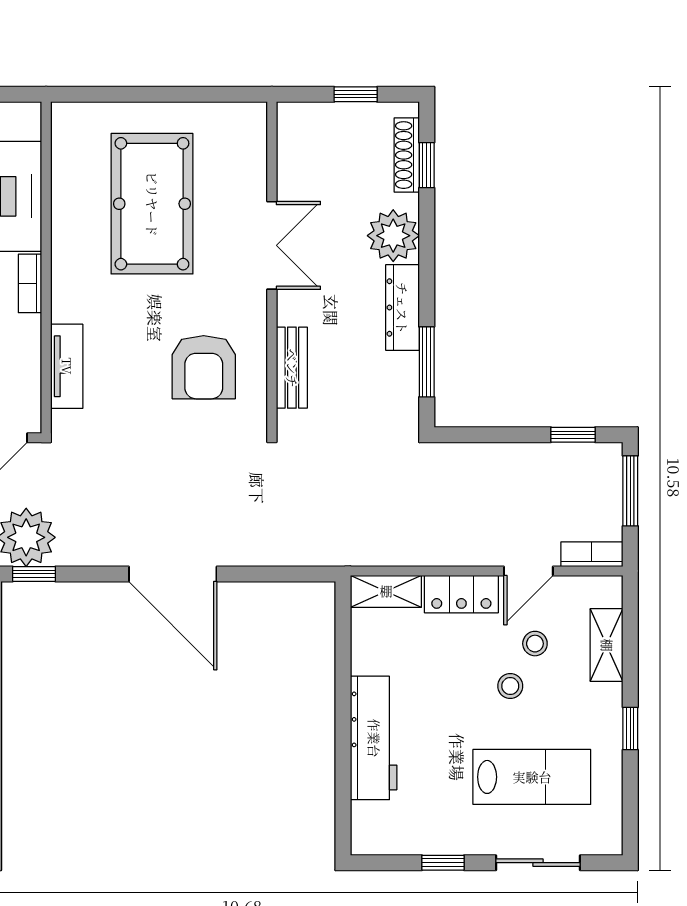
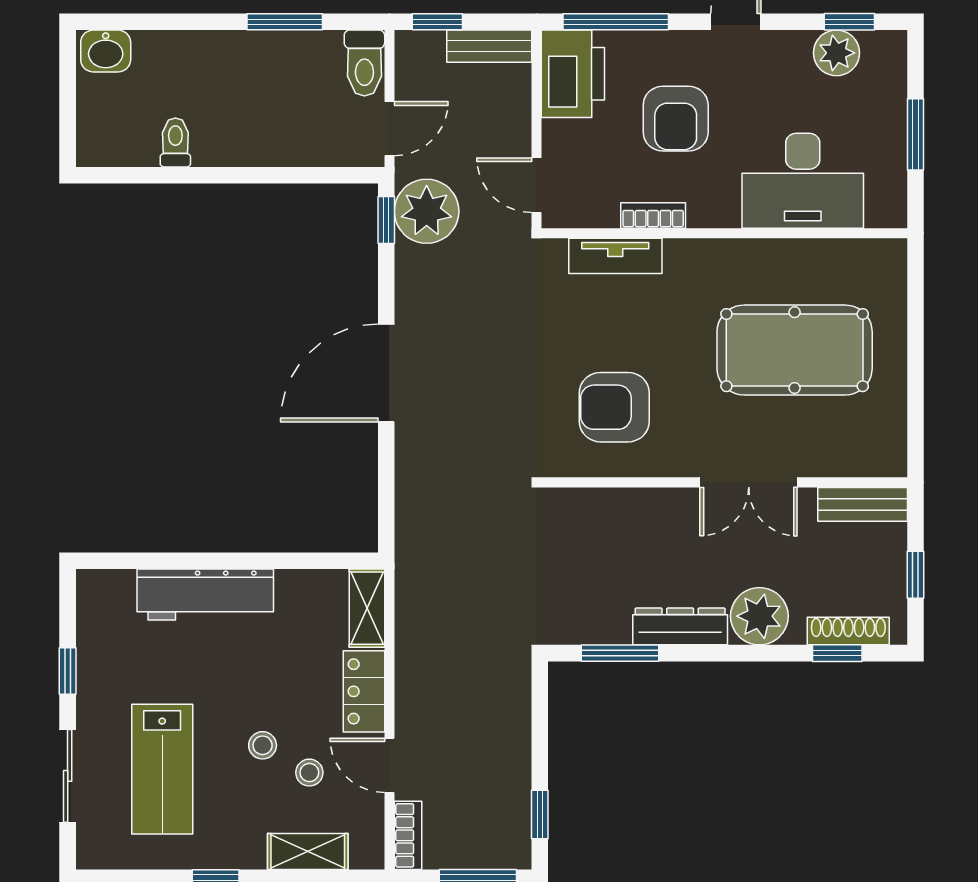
bookcase: (30, 283) -> (653, 215), moved
bench: (292, 368) -> (863, 504), moved

